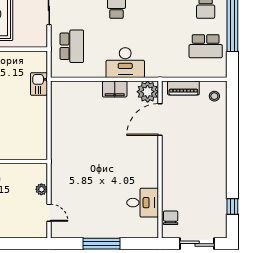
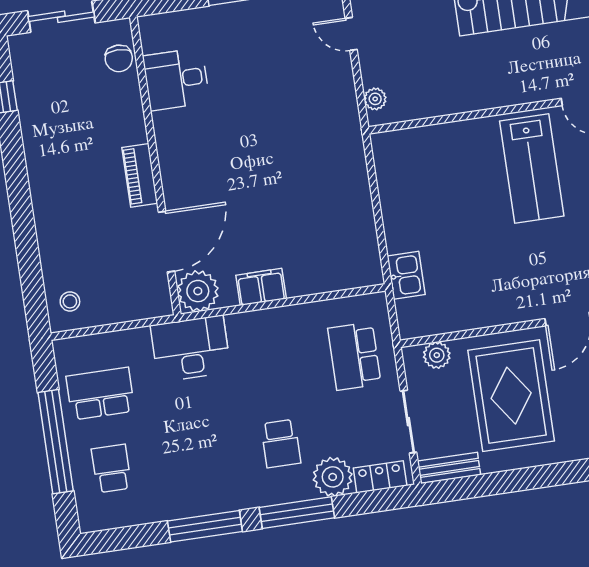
plant: (29, 40) -> (437, 355), added
desk: (125, 63) -> (191, 349), moved
piano: (183, 88) -> (140, 175), moved, turned -90
plant: (41, 189) -> (375, 99), moved

